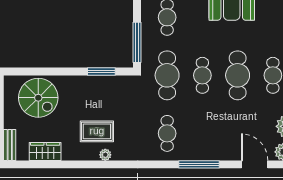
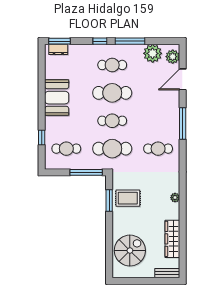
rug: (97, 131) -> (128, 198), moved, turned 90
wardrobe: (45, 151) -> (172, 239), width x1.50

